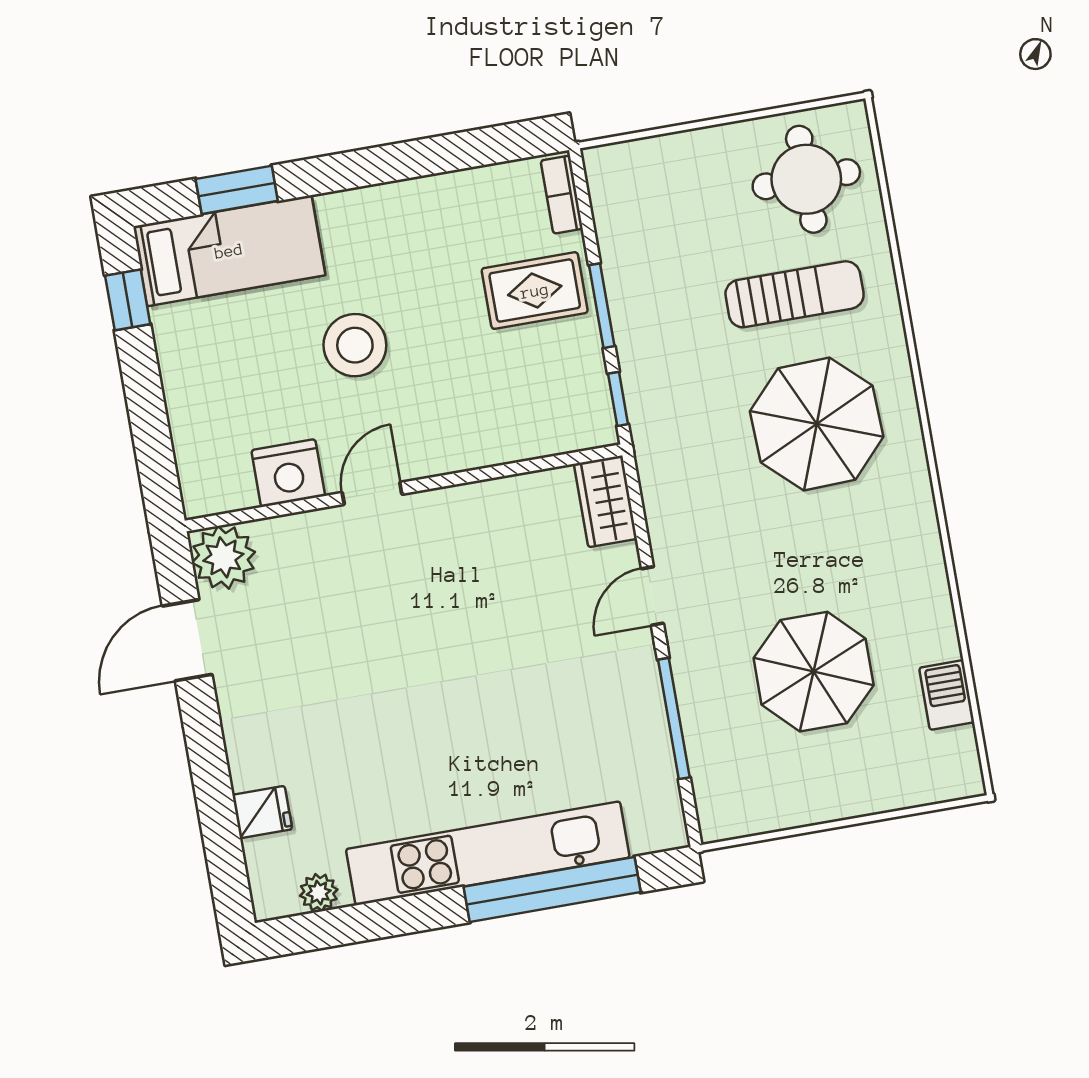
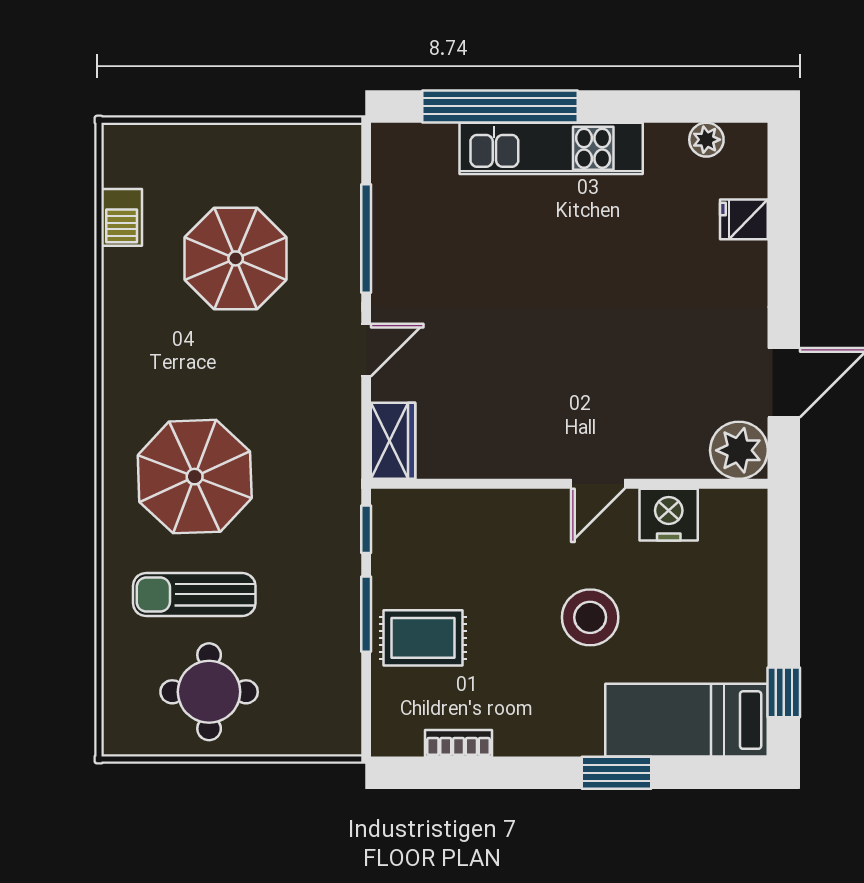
round table: (806, 179) -> (209, 692), moved
window: (237, 190) -> (616, 773), moved
bookcase: (562, 195) -> (459, 743), moved, turned -90
kitchen unit: (488, 853) -> (551, 148), width x0.73

